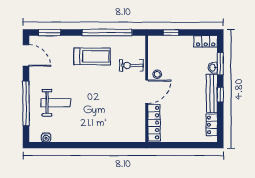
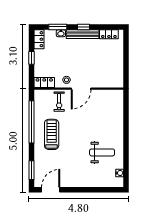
window: (171, 33) -> (32, 58), moved
door: (147, 92) -> (81, 89), swing flipped
window: (26, 103) -> (91, 190), removed
weight bench: (56, 103) -> (102, 152), moved, turned 90
locker: (154, 123) -> (44, 82), moved, width x0.66

